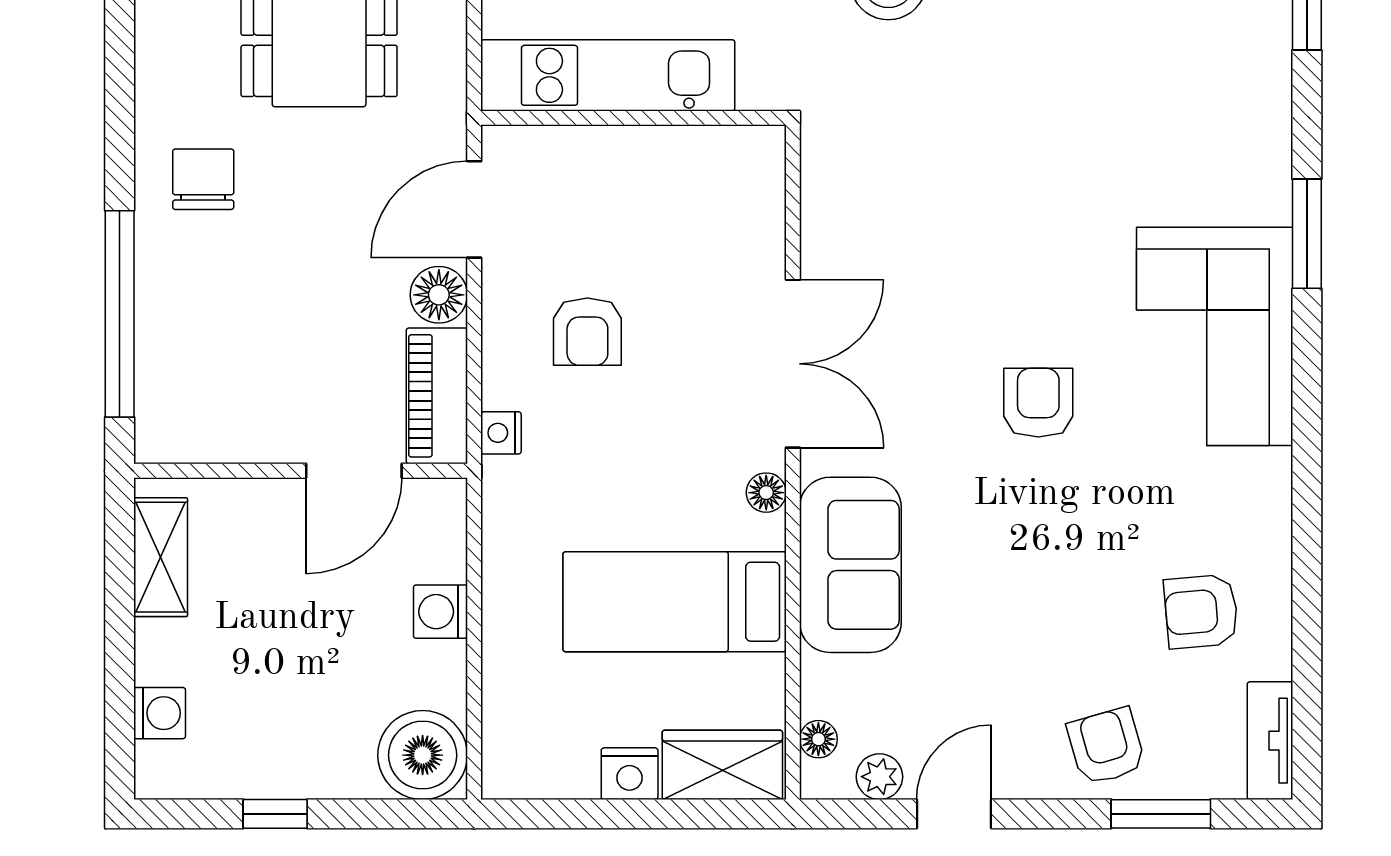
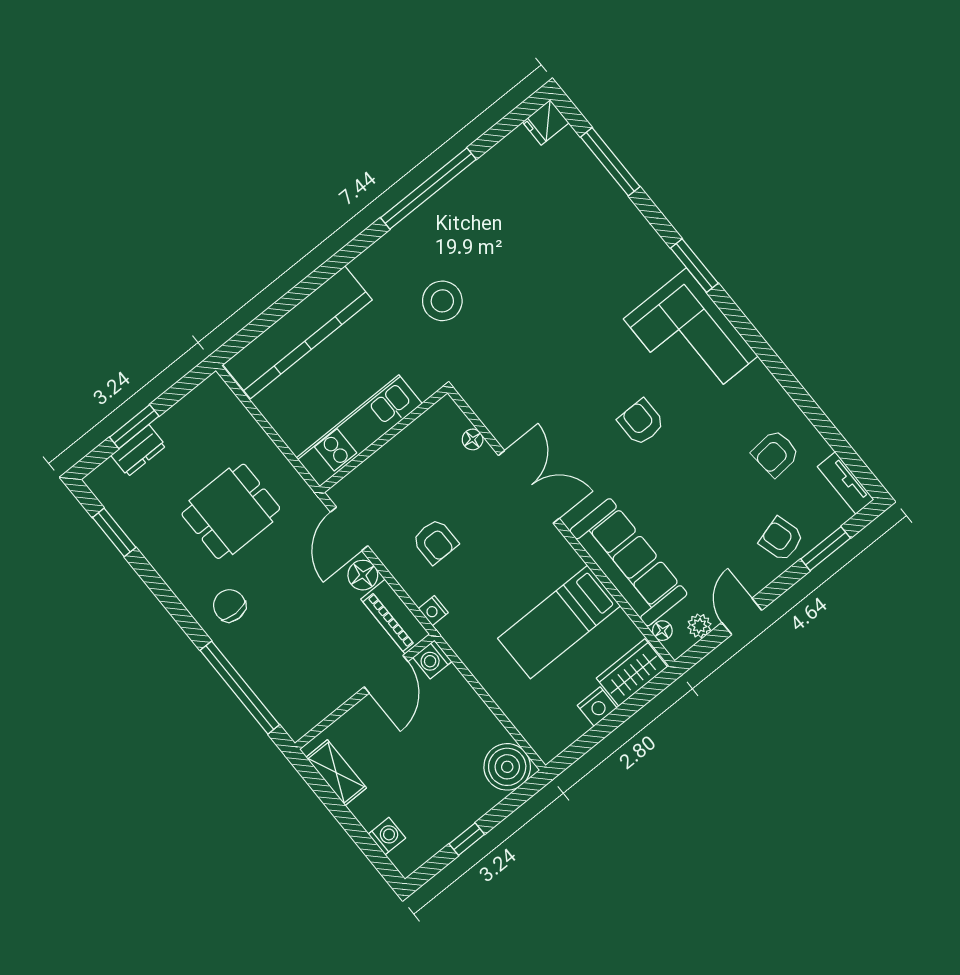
floor lamp: (766, 493) -> (473, 439), moved
sofa: (850, 565) -> (628, 562), width x1.36
washing machine: (440, 612) -> (432, 659), moved

